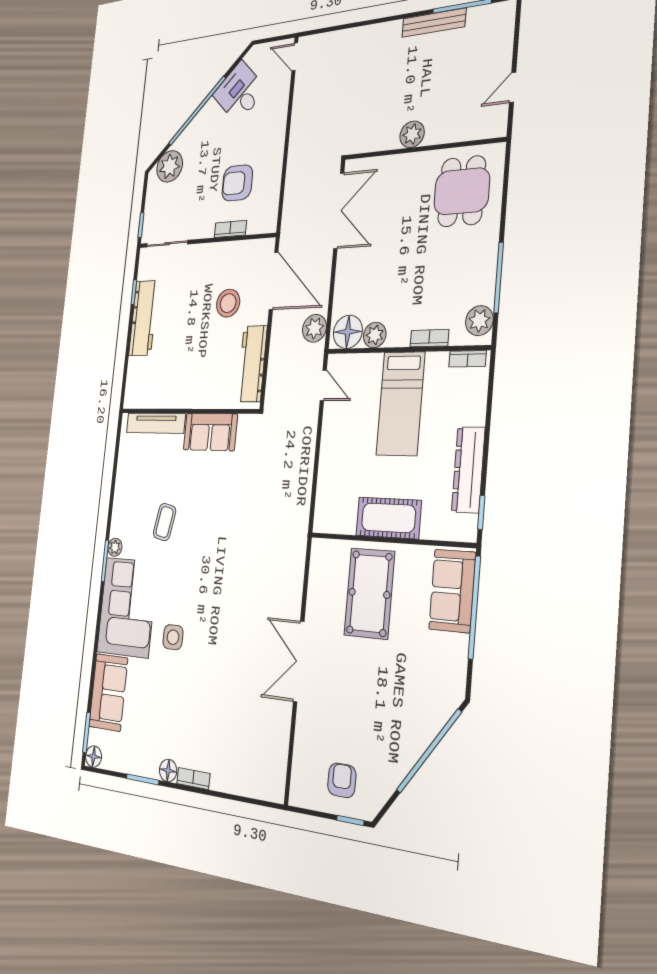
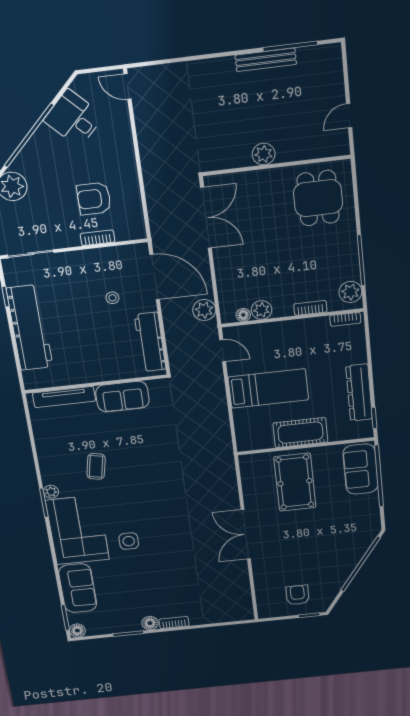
stool: (228, 303) -> (112, 298), width x0.53, depth x0.53
workbench: (143, 318) -> (30, 328), width x1.36, depth x1.32
floor lamp: (348, 332) -> (243, 315), width x0.53, depth x0.53
bed: (401, 404) -> (268, 388), moved, turned -90

